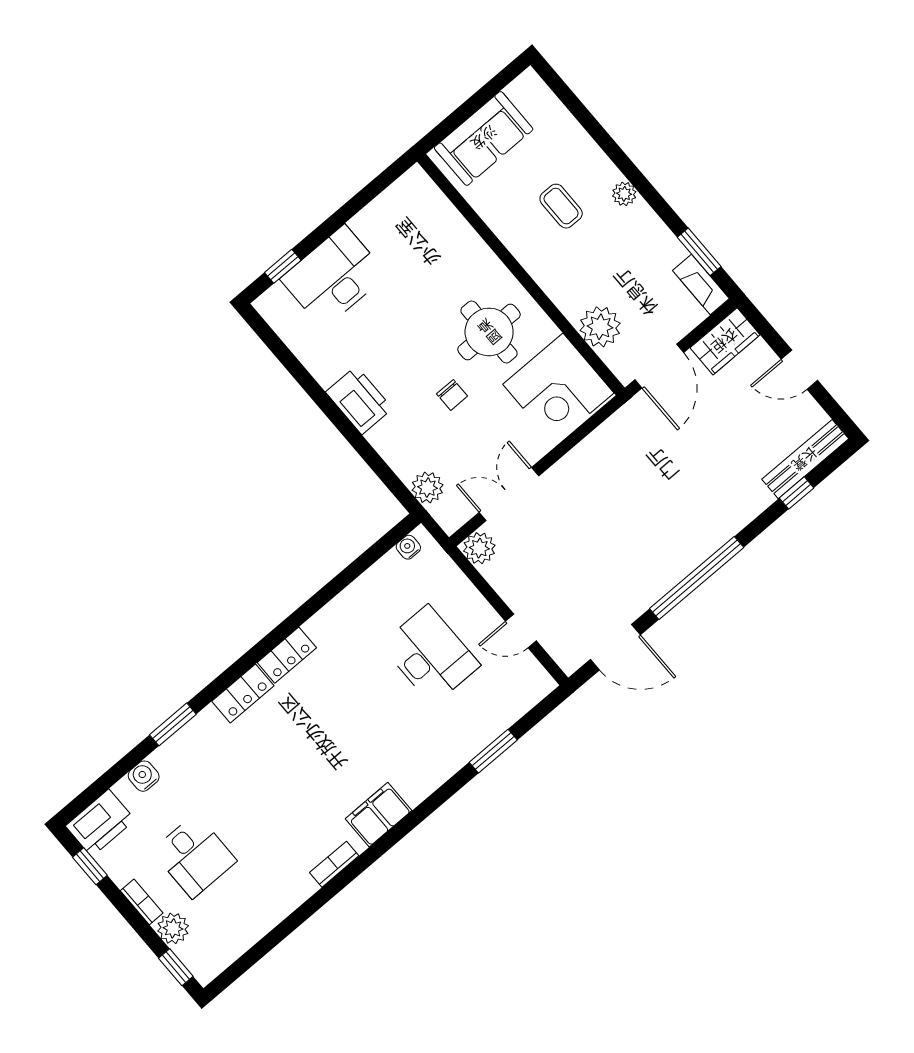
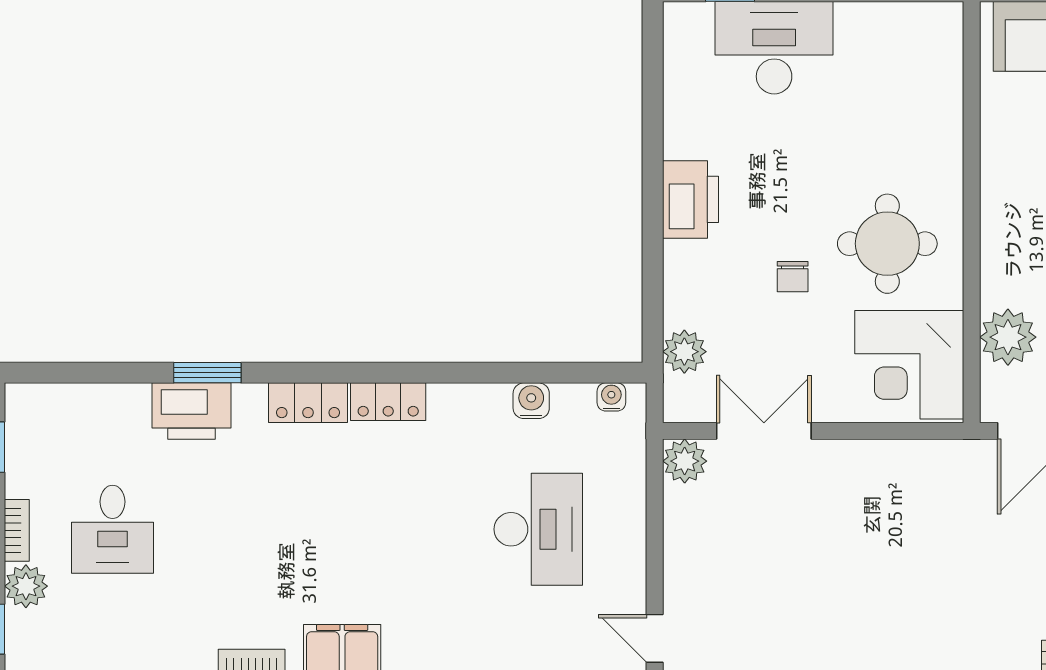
door: (521, 631) -> (655, 638), moved
water cooler: (144, 776) -> (531, 401), moved
printer: (100, 823) -> (191, 411), moved

